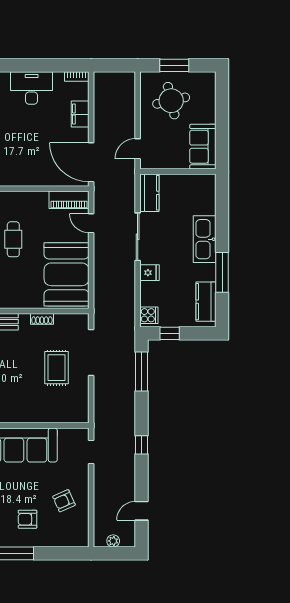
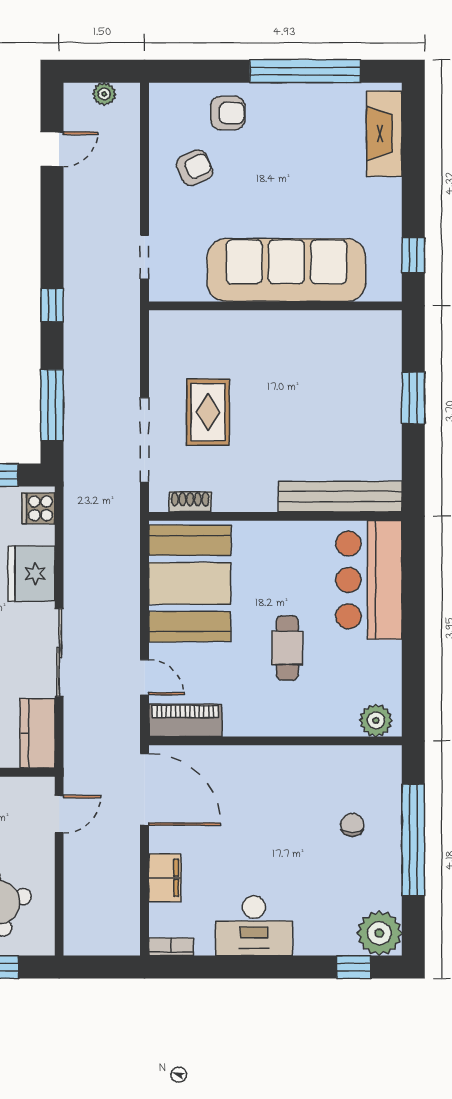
fridge: (149, 273) -> (31, 574), width x1.88, depth x1.34
shoe rack: (42, 319) -> (190, 502), moved
window: (141, 445) -> (52, 305), moved
armchair: (27, 519) -> (228, 113), moved

